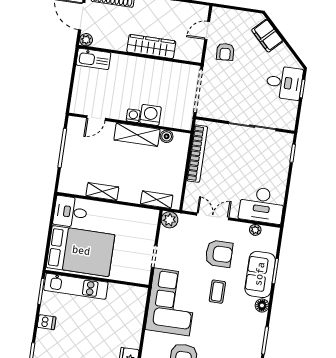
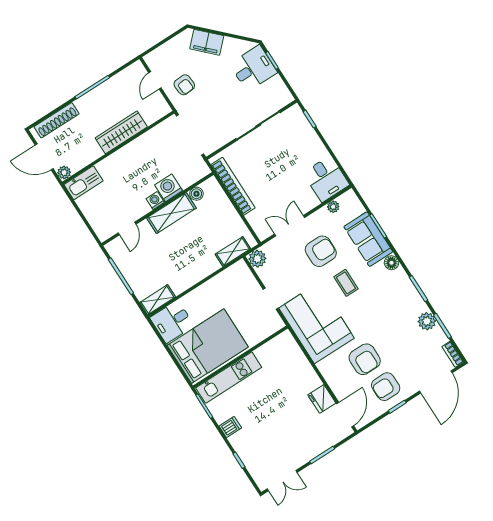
shelving: (102, 192) -> (158, 300), moved
desk: (262, 205) -> (326, 179), width x0.73

